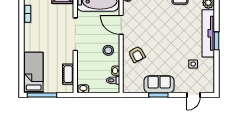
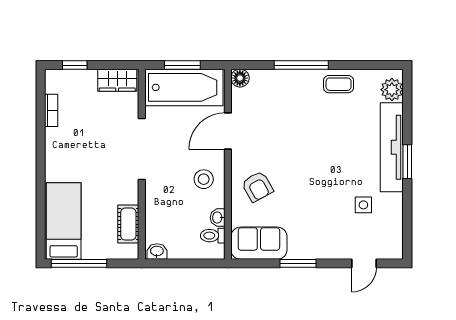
door: (121, 25) -> (228, 131), hinge flipped
sofa: (159, 84) -> (259, 243), moved

